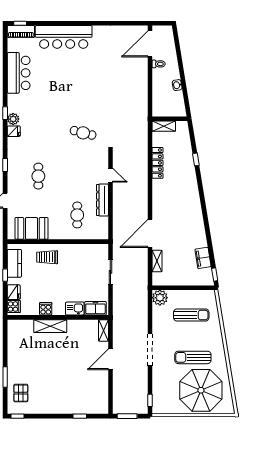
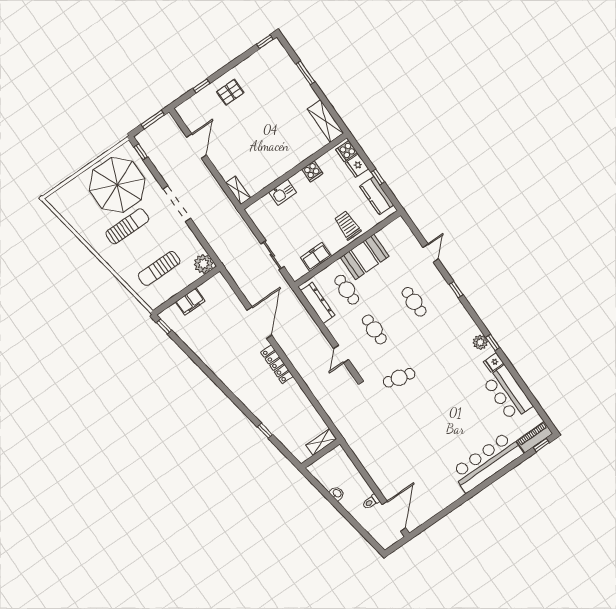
fridge: (14, 131) -> (494, 363), moved
locker: (157, 163) -> (277, 364), moved
door: (110, 175) -> (341, 354), hinge flipped
cafe table: (77, 176) -> (374, 329), added
dresser: (102, 200) -> (318, 303), moved
booth: (31, 228) -> (365, 257), moved
trolley: (47, 257) -> (347, 225), turned -90
filing cabinet: (203, 258) -> (190, 302), moved, turned 99
shelving: (157, 261) -> (232, 299), removed
freezer: (95, 308) -> (316, 257), moved, turned 180
shelving: (50, 326) -> (326, 121), moved, turned 90
door: (110, 359) -> (196, 146), moved
parasol: (201, 390) -> (117, 185), moved
pallet: (21, 393) -> (230, 92), moved, turned 90

